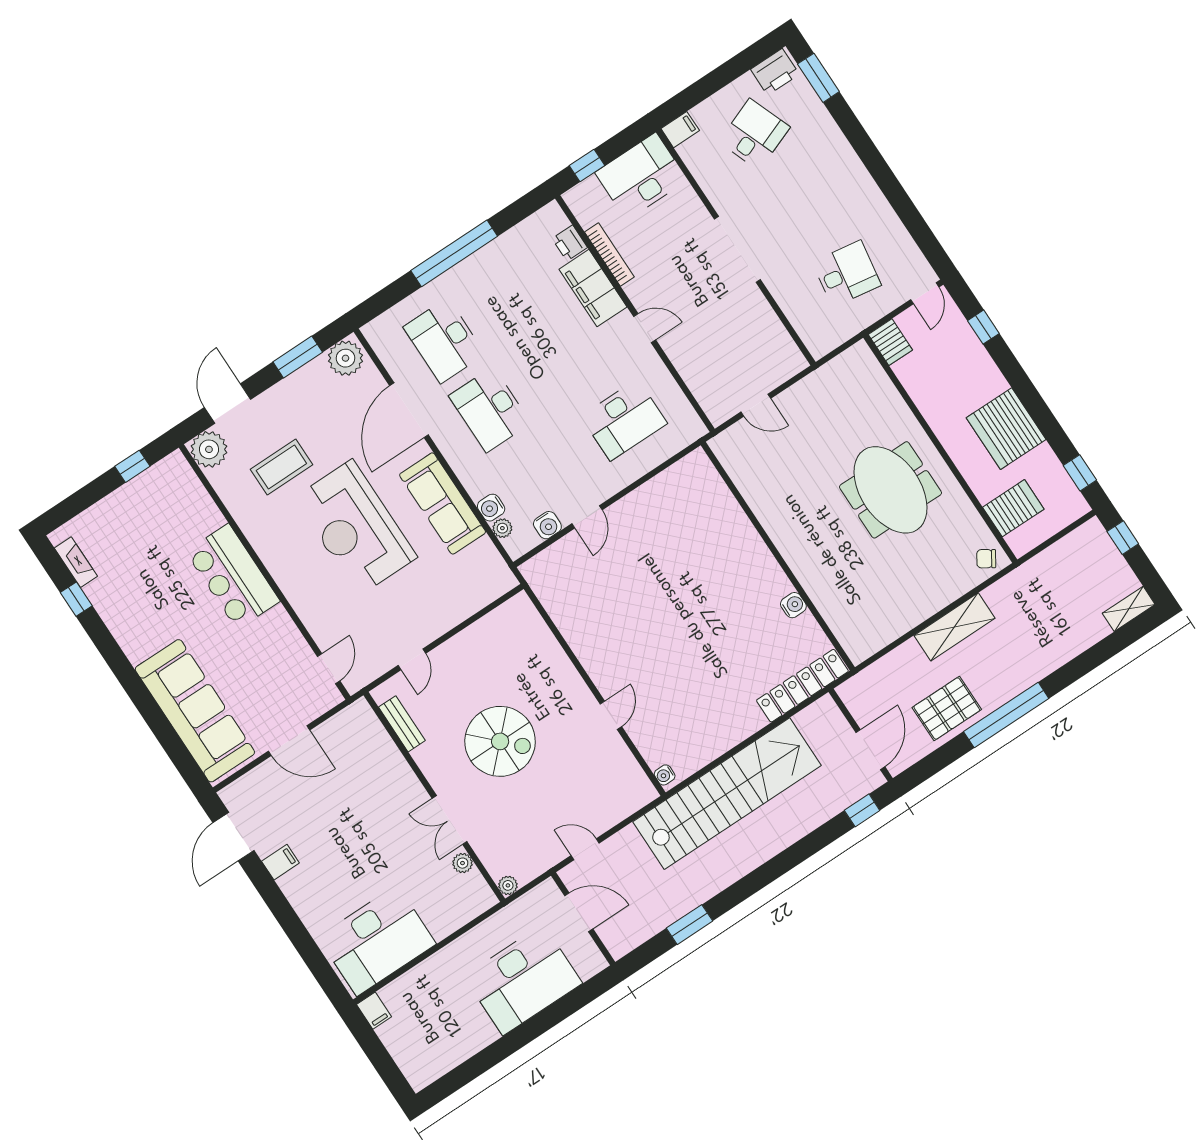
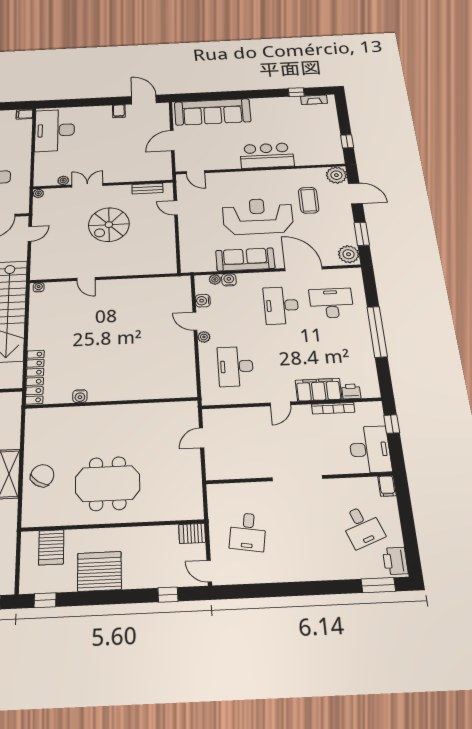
desk: (490, 410) -> (281, 305), turned -90
plant: (604, 490) -> (204, 337), added
chair: (986, 559) -> (42, 476), moved, width x1.87, depth x1.87

